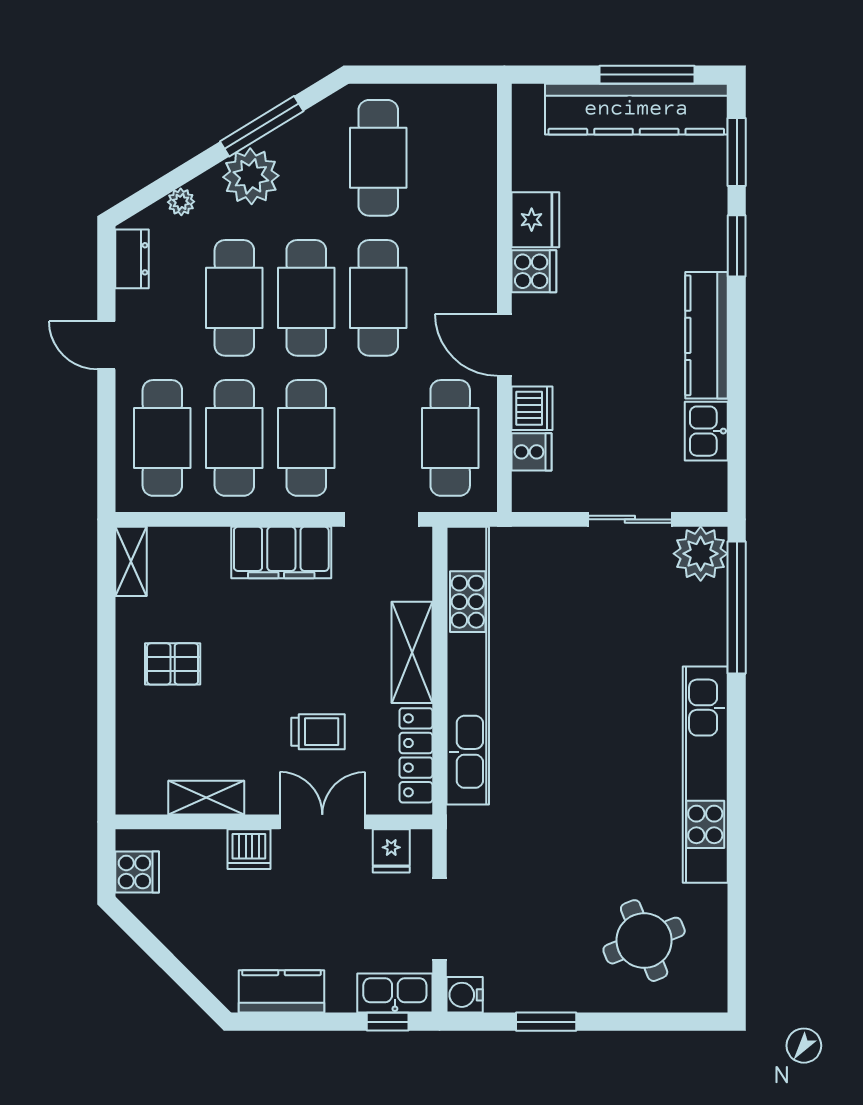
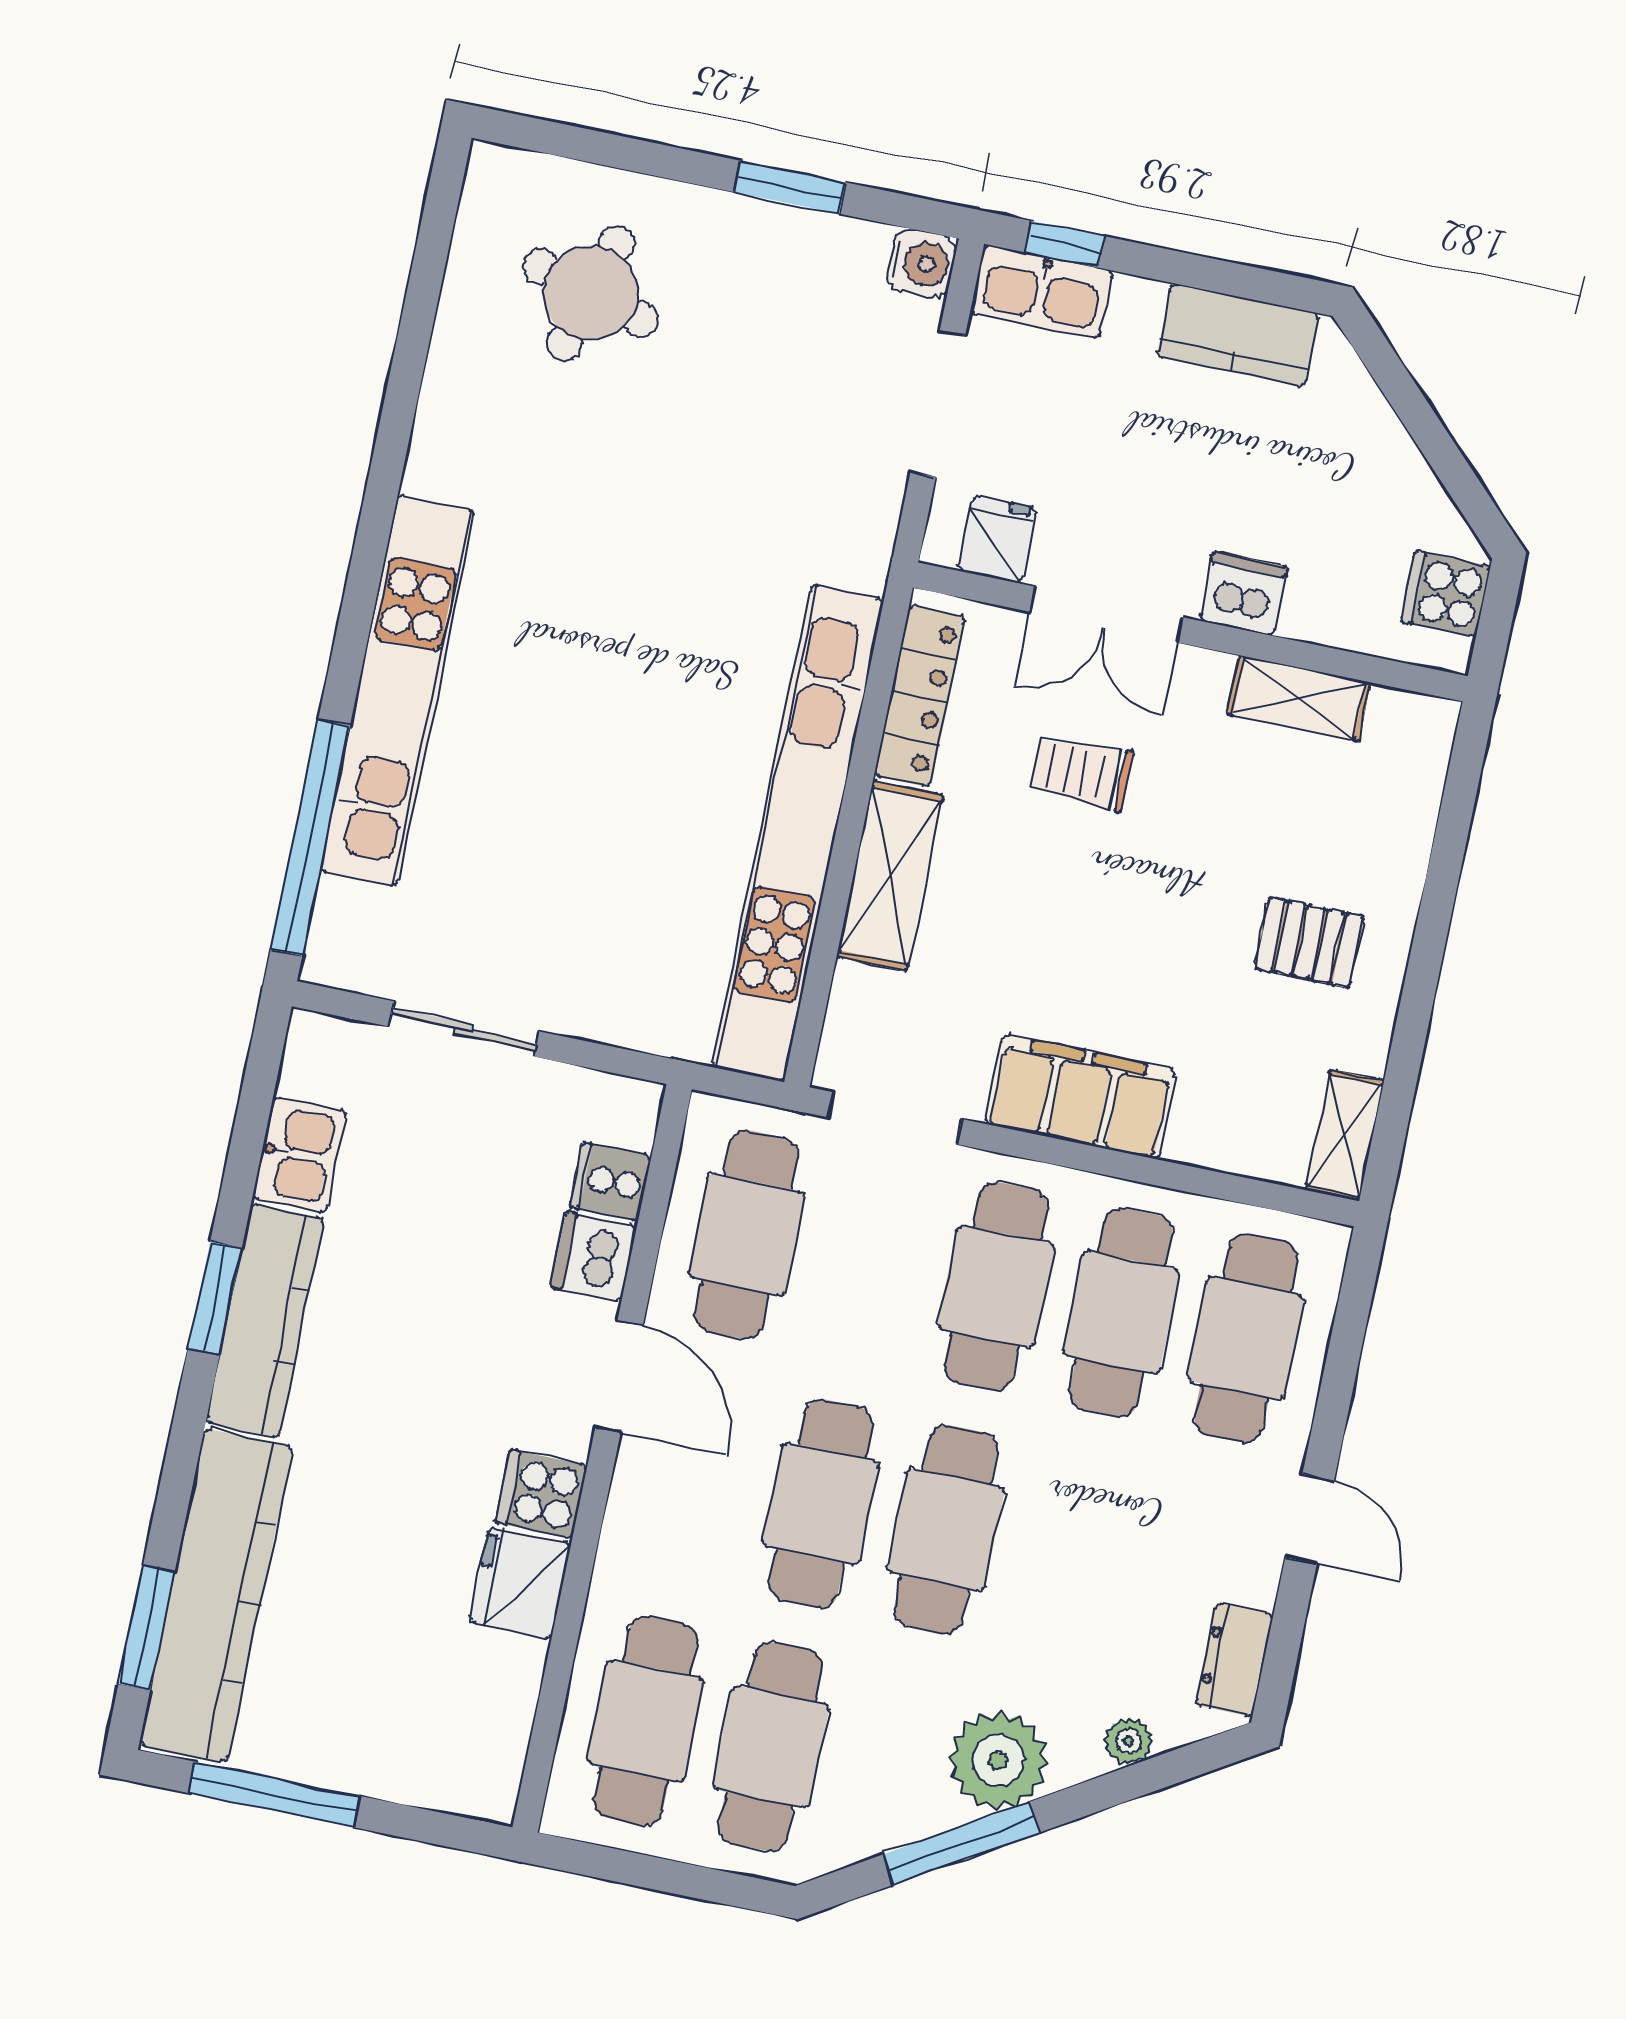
kitchen counter: (636, 109) -> (216, 1596), moved, turned 90
window: (737, 246) -> (215, 1298), moved
cafe table: (234, 298) -> (646, 1721), moved
plant: (701, 554) -> (354, 944), removed
kitchen unit: (705, 775) -> (397, 691), moved
round table: (644, 941) -> (591, 293), turned 38

